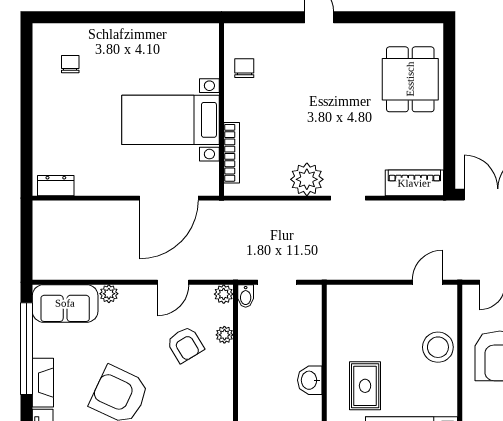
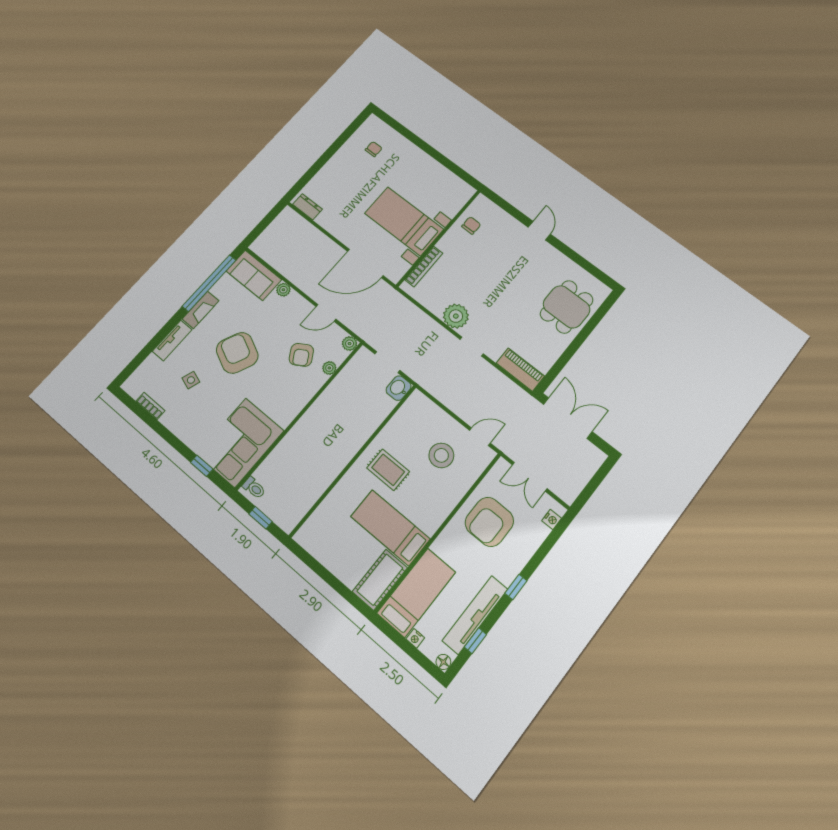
bidet: (246, 296) -> (362, 355), removed
stool: (438, 347) -> (441, 455), moved
washbasin: (310, 380) -> (399, 388), moved
rug: (365, 386) -> (388, 470), turned 90

